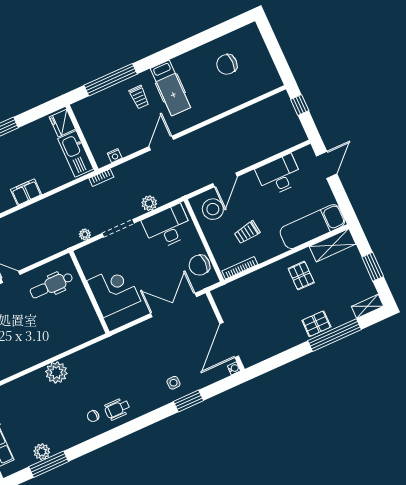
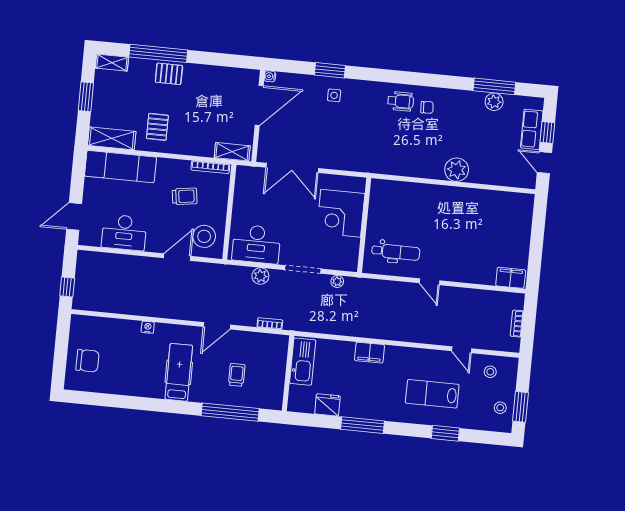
chair: (227, 64) -> (87, 361), moved
trolley: (139, 97) -> (237, 375), moved
fridge: (62, 123) -> (327, 405), moved, turned -90
nightstand: (115, 156) -> (148, 327), moved
bookcase: (101, 178) -> (270, 324), moved
chair: (199, 265) -> (247, 191), removed
shelving: (229, 290) -> (232, 152), added
plant: (56, 372) -> (457, 170), moved

